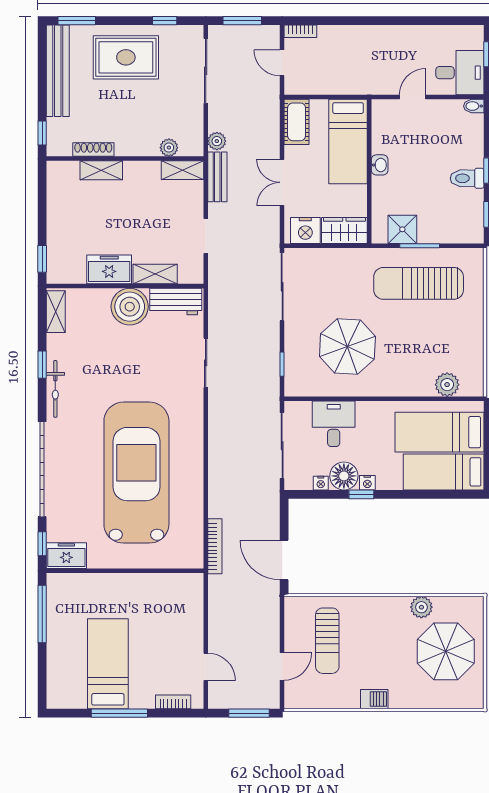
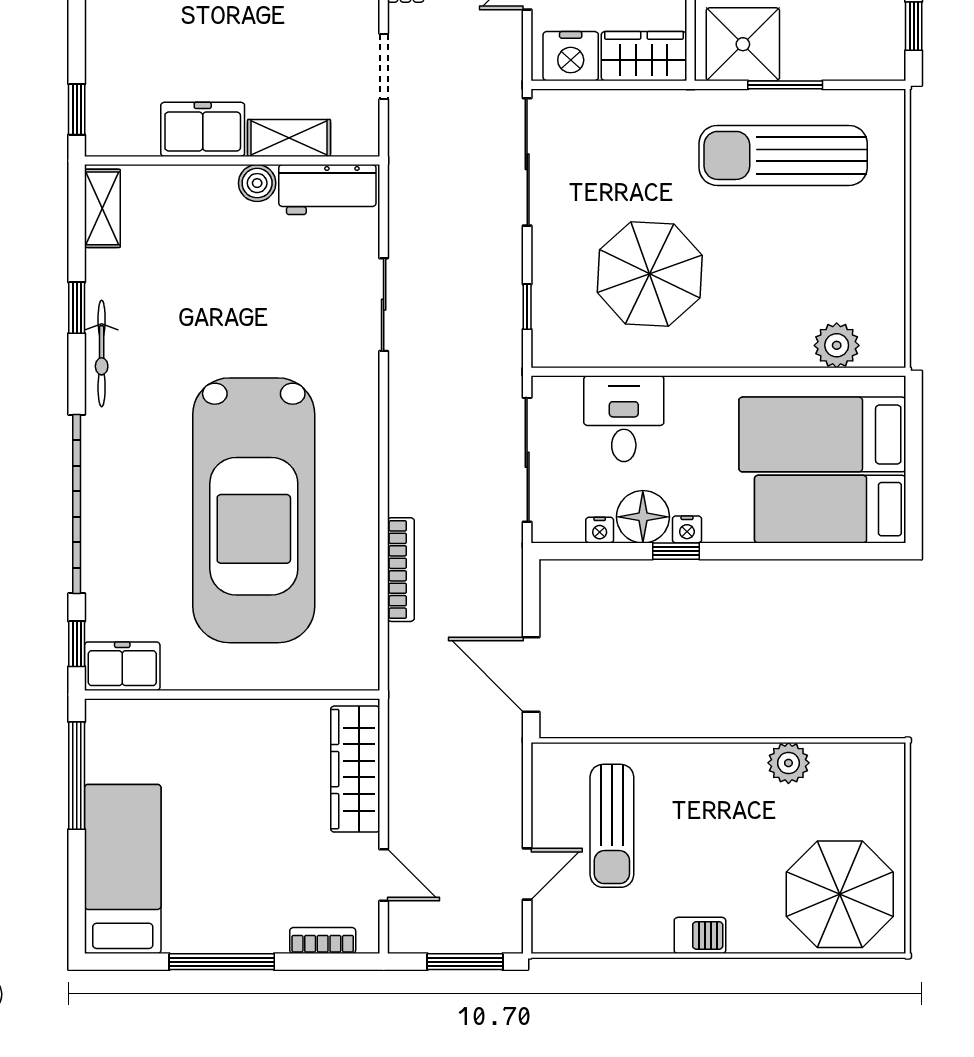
shower: (402, 229) -> (743, 44), width x1.36, depth x1.36
boiler: (130, 307) -> (257, 183), width x0.54, depth x0.54
car: (136, 473) -> (254, 510), turned 180
bookcase: (215, 546) -> (401, 570), moved
wardrobe: (190, 610) -> (355, 769), added
parasol: (446, 651) -> (840, 894), moved
bed: (108, 664) -> (123, 869), moved

